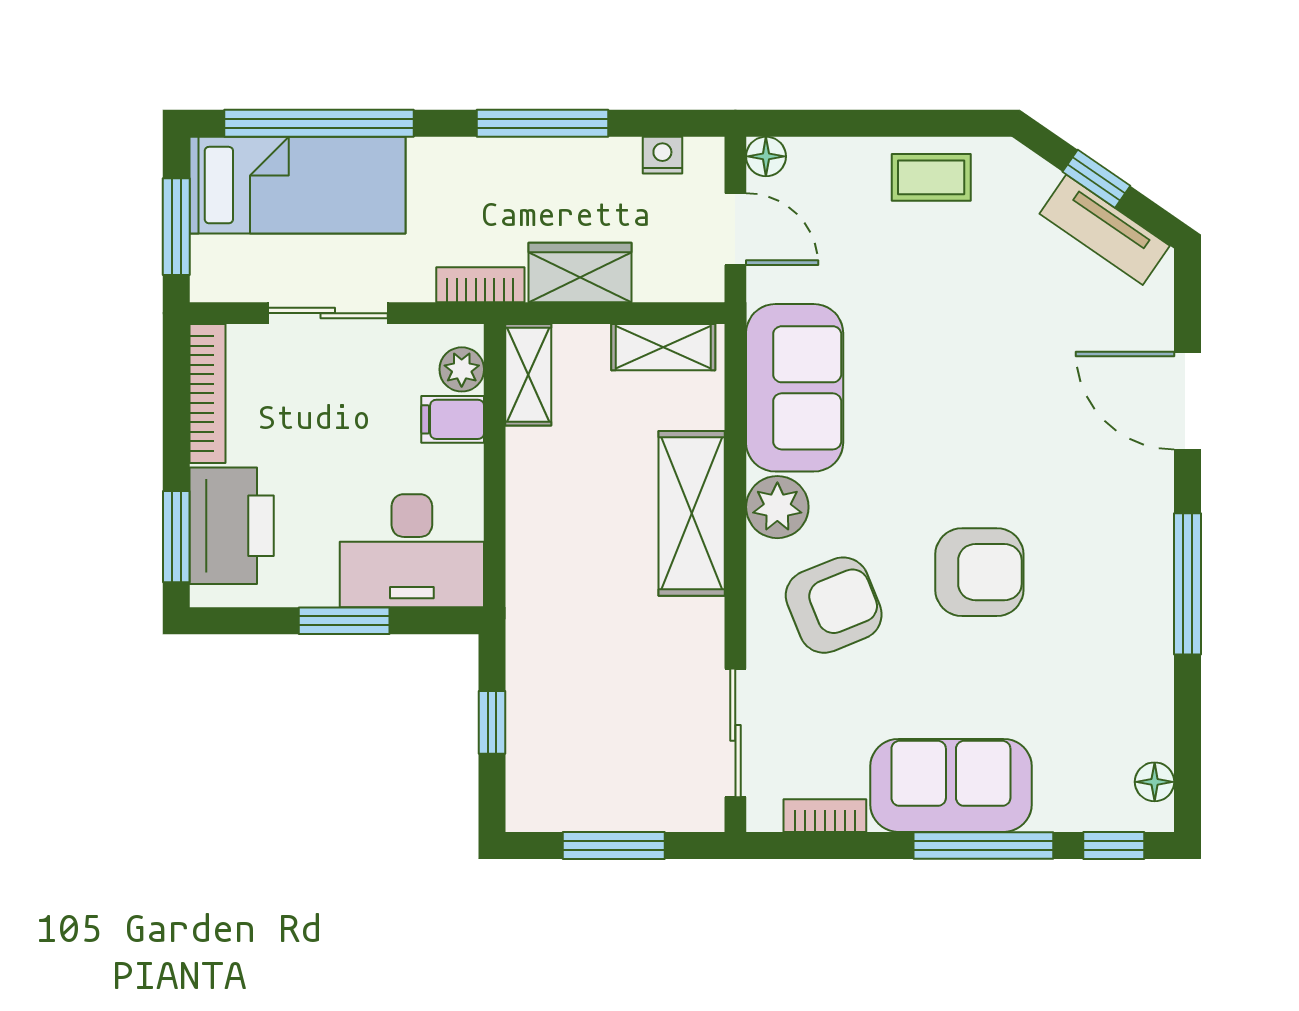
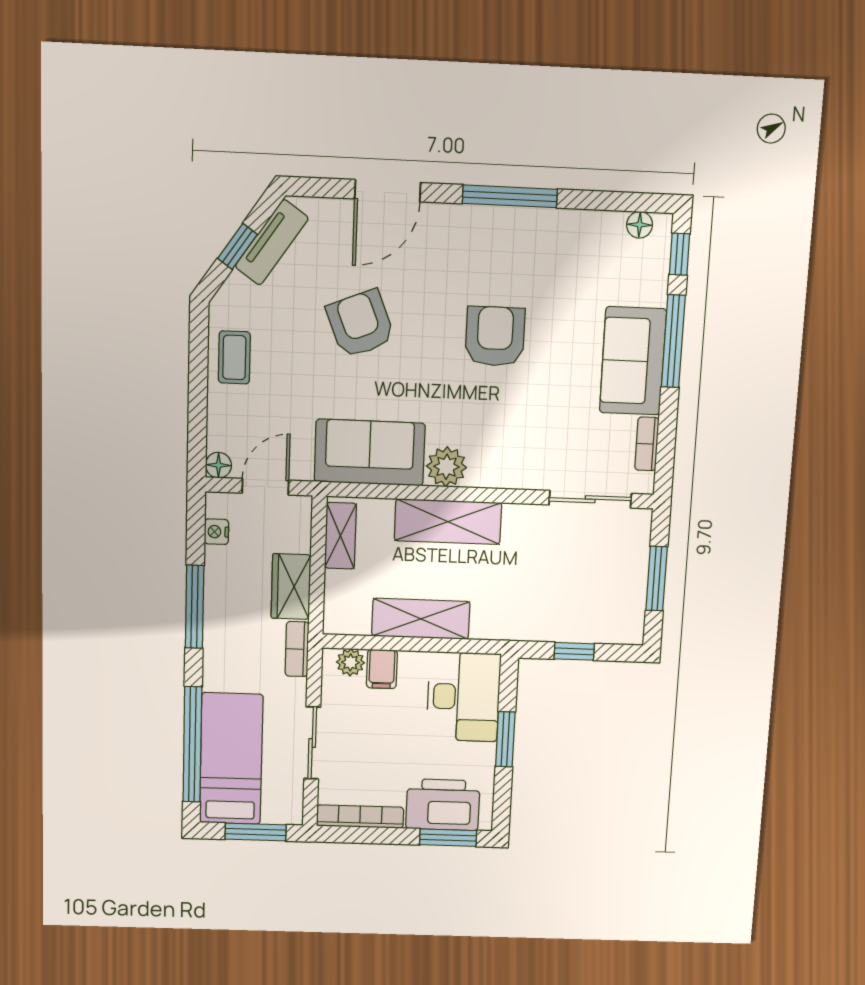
shelving: (528, 375) -> (421, 619), moved, width x1.50, depth x1.33
armchair: (834, 605) -> (360, 324), moved

